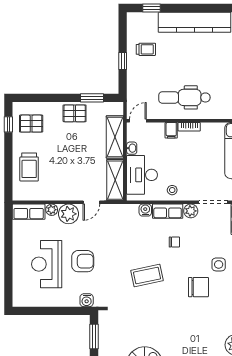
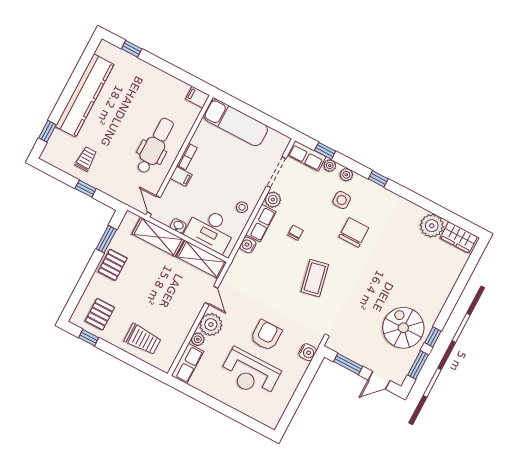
dental chair: (184, 97) -> (155, 146), turned 180

